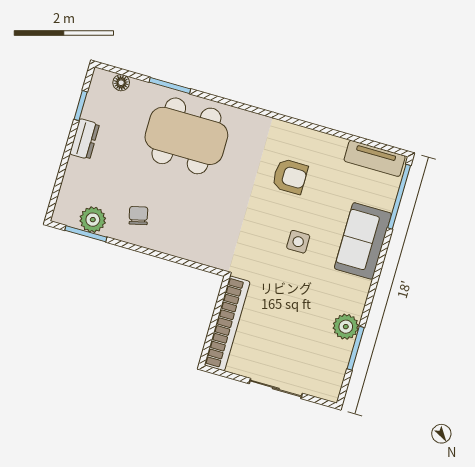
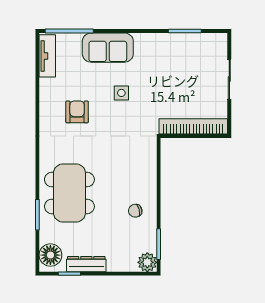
floor lamp: (121, 83) -> (50, 255), width x1.89, depth x1.89
dresser: (85, 139) -> (86, 264), width x1.44
plant: (93, 220) -> (147, 262), moved
plant: (346, 327) -> (172, 42), removed

